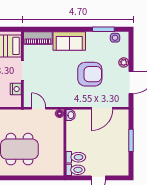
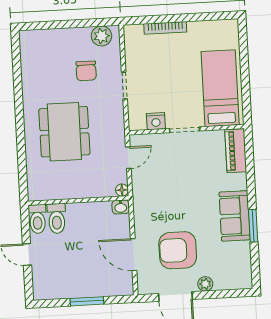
window: (103, 29) -> (253, 226), moved
side table: (115, 38) -> (242, 269), removed
sofa: (69, 41) -> (235, 216), moved
armchair: (90, 74) -> (178, 250), moved, turned 90

